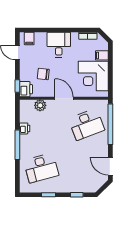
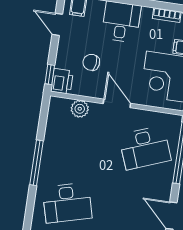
printer: (25, 128) -> (51, 140), removed

